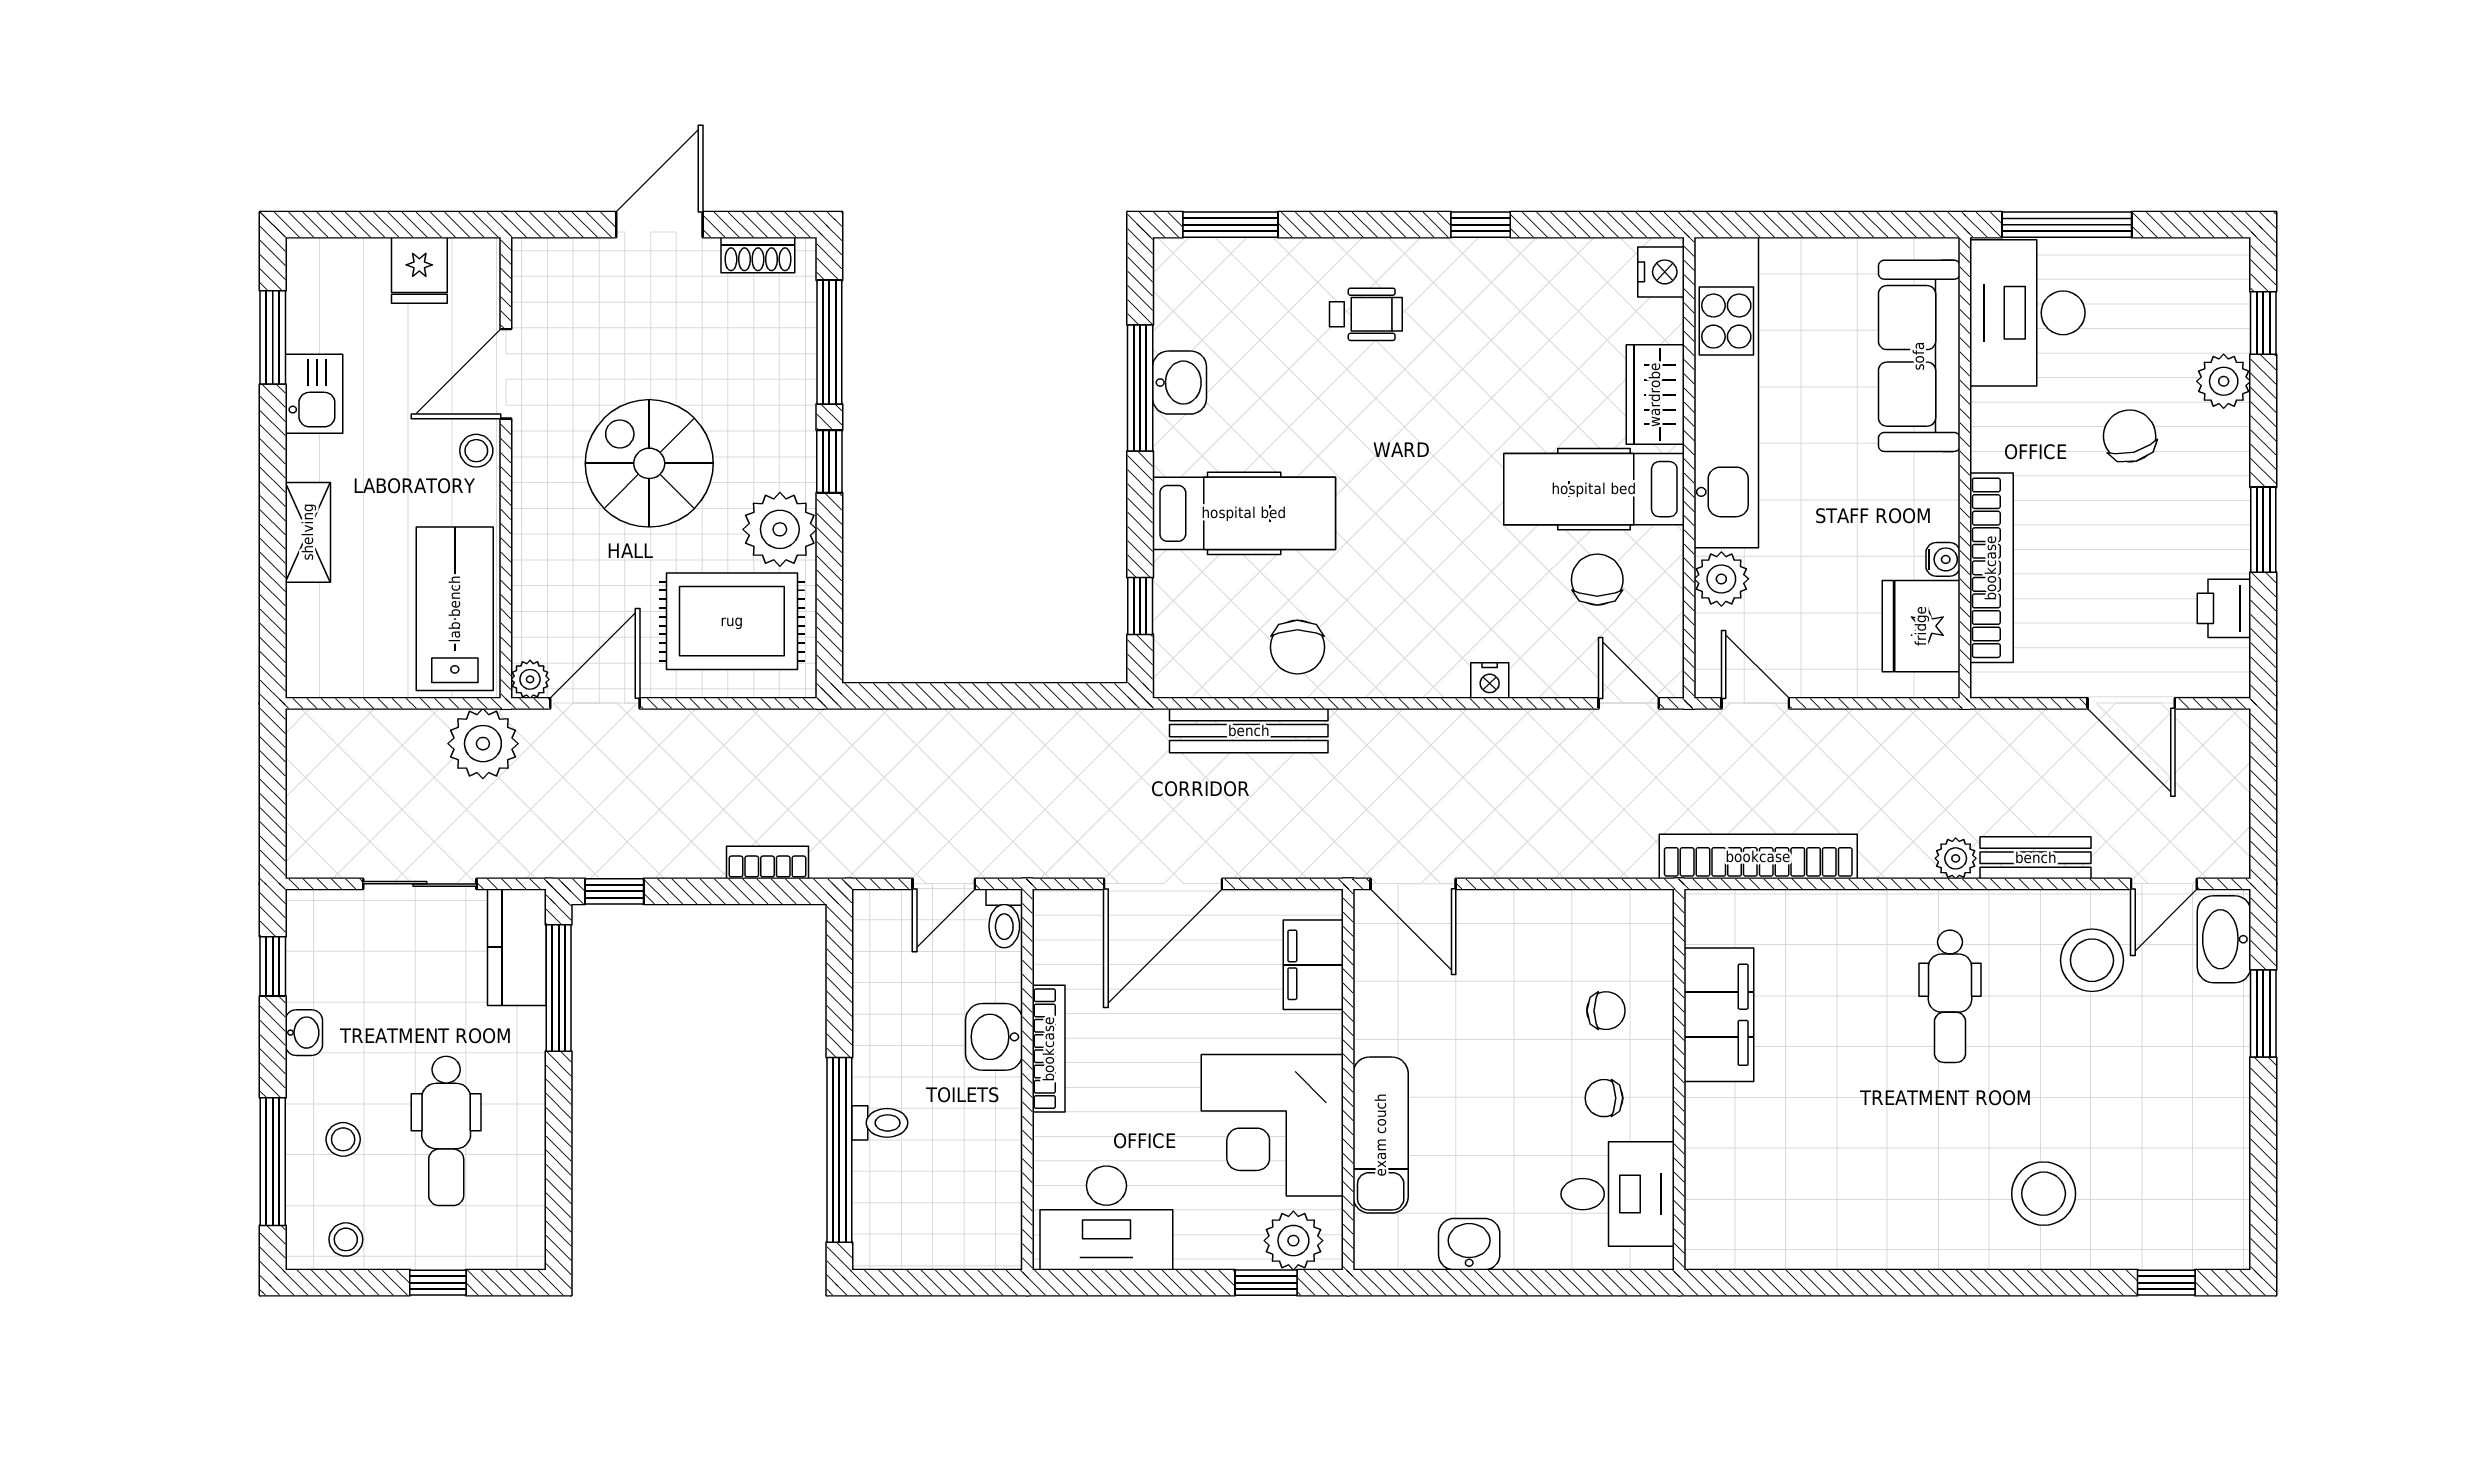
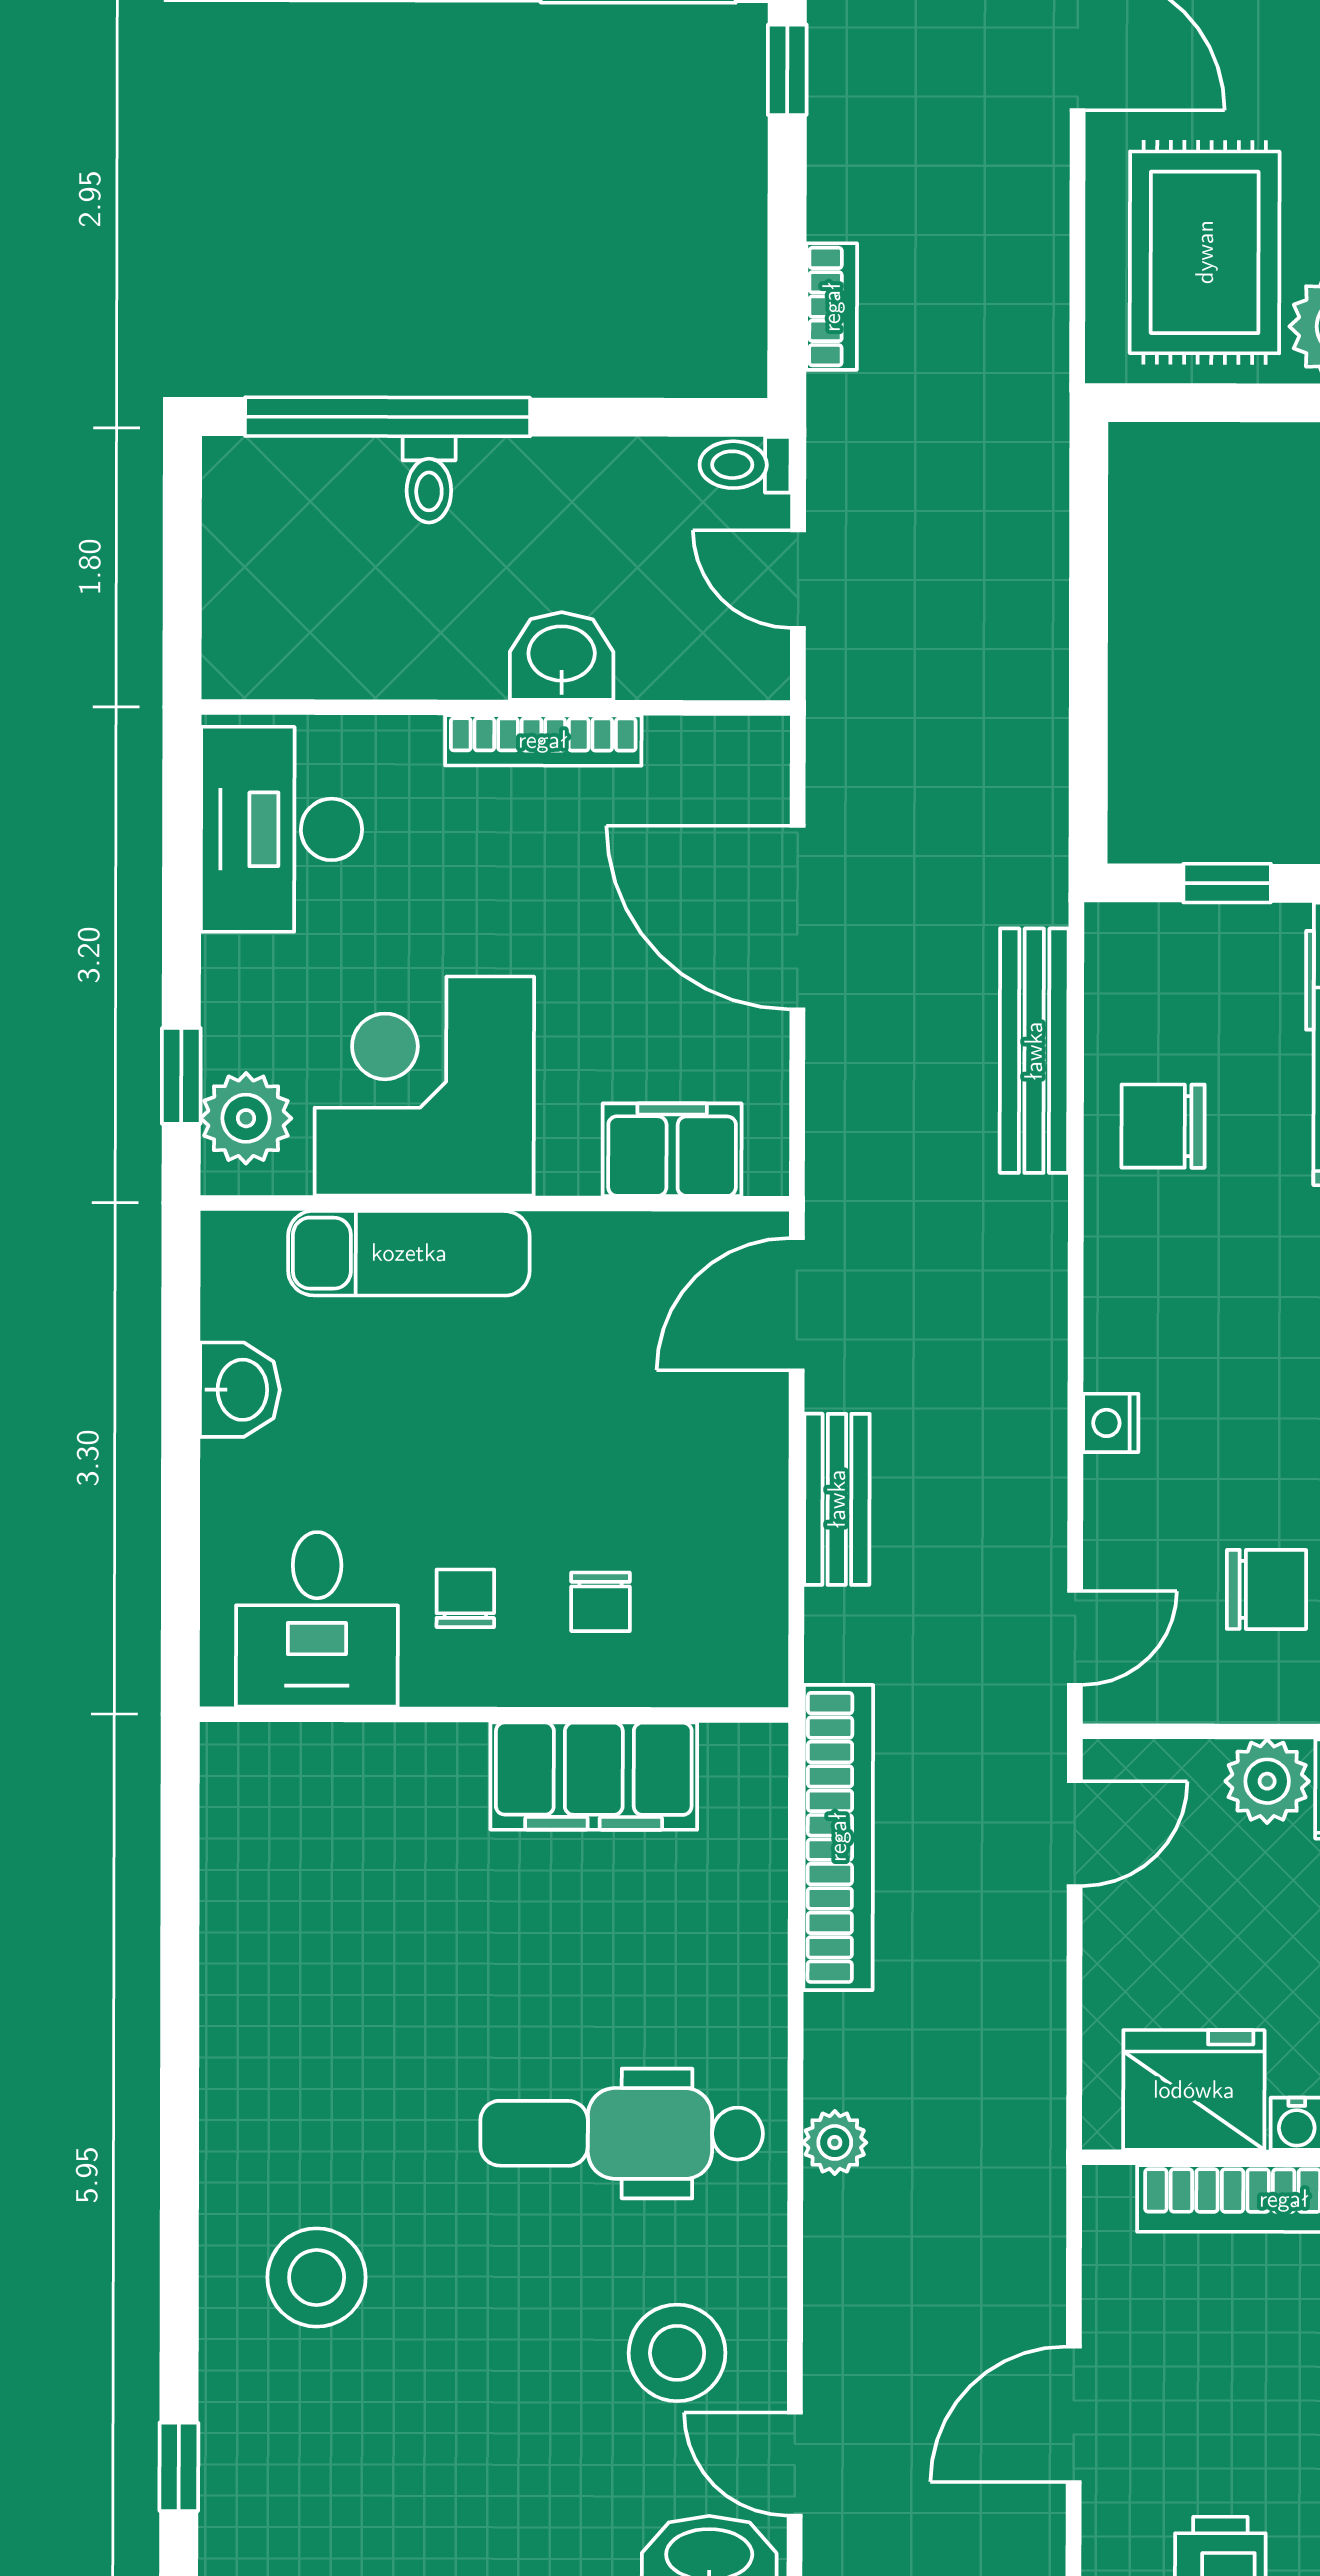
bench: (2036, 858) -> (837, 1499), moved
toilet: (1004, 918) -> (745, 465), moved
dental chair: (1950, 996) -> (622, 2133), width x1.36, depth x1.38

